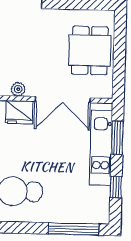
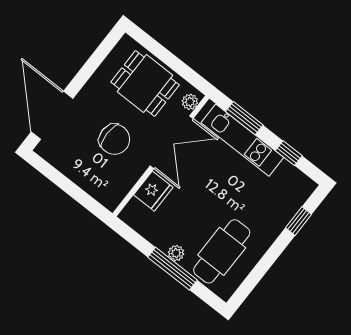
chair: (35, 58) -> (114, 139), added
plant: (18, 89) -> (190, 102), moved
window: (74, 229) -> (298, 221), width x0.46

